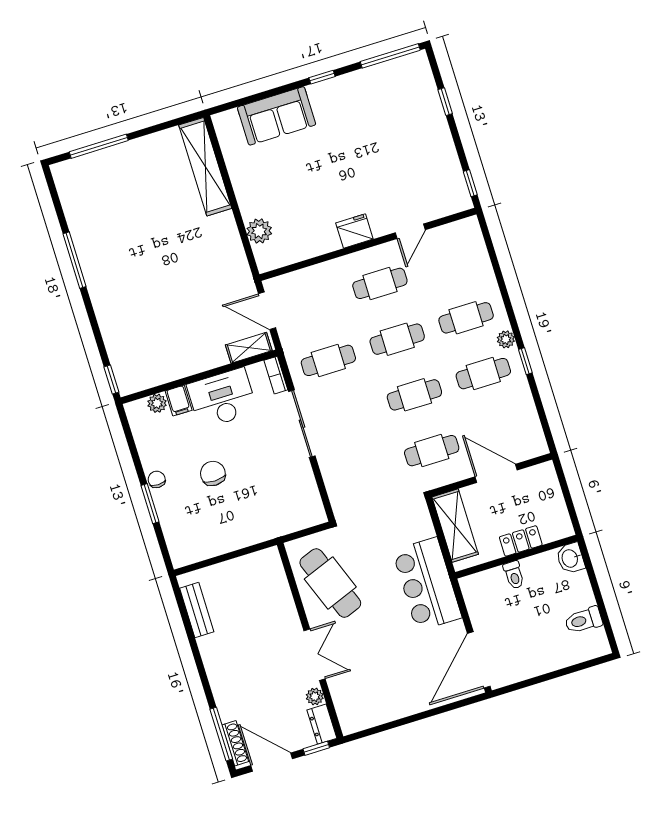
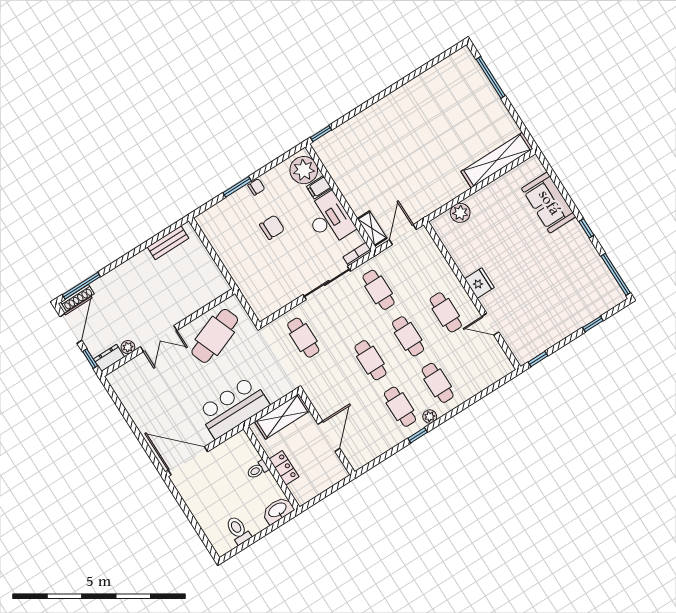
window: (75, 260) -> (402, 82), removed
plant: (157, 403) -> (304, 170), width x1.87, depth x1.87
cafe table: (432, 451) -> (303, 338), moved
washbasin: (570, 558) -> (278, 510), width x1.38

